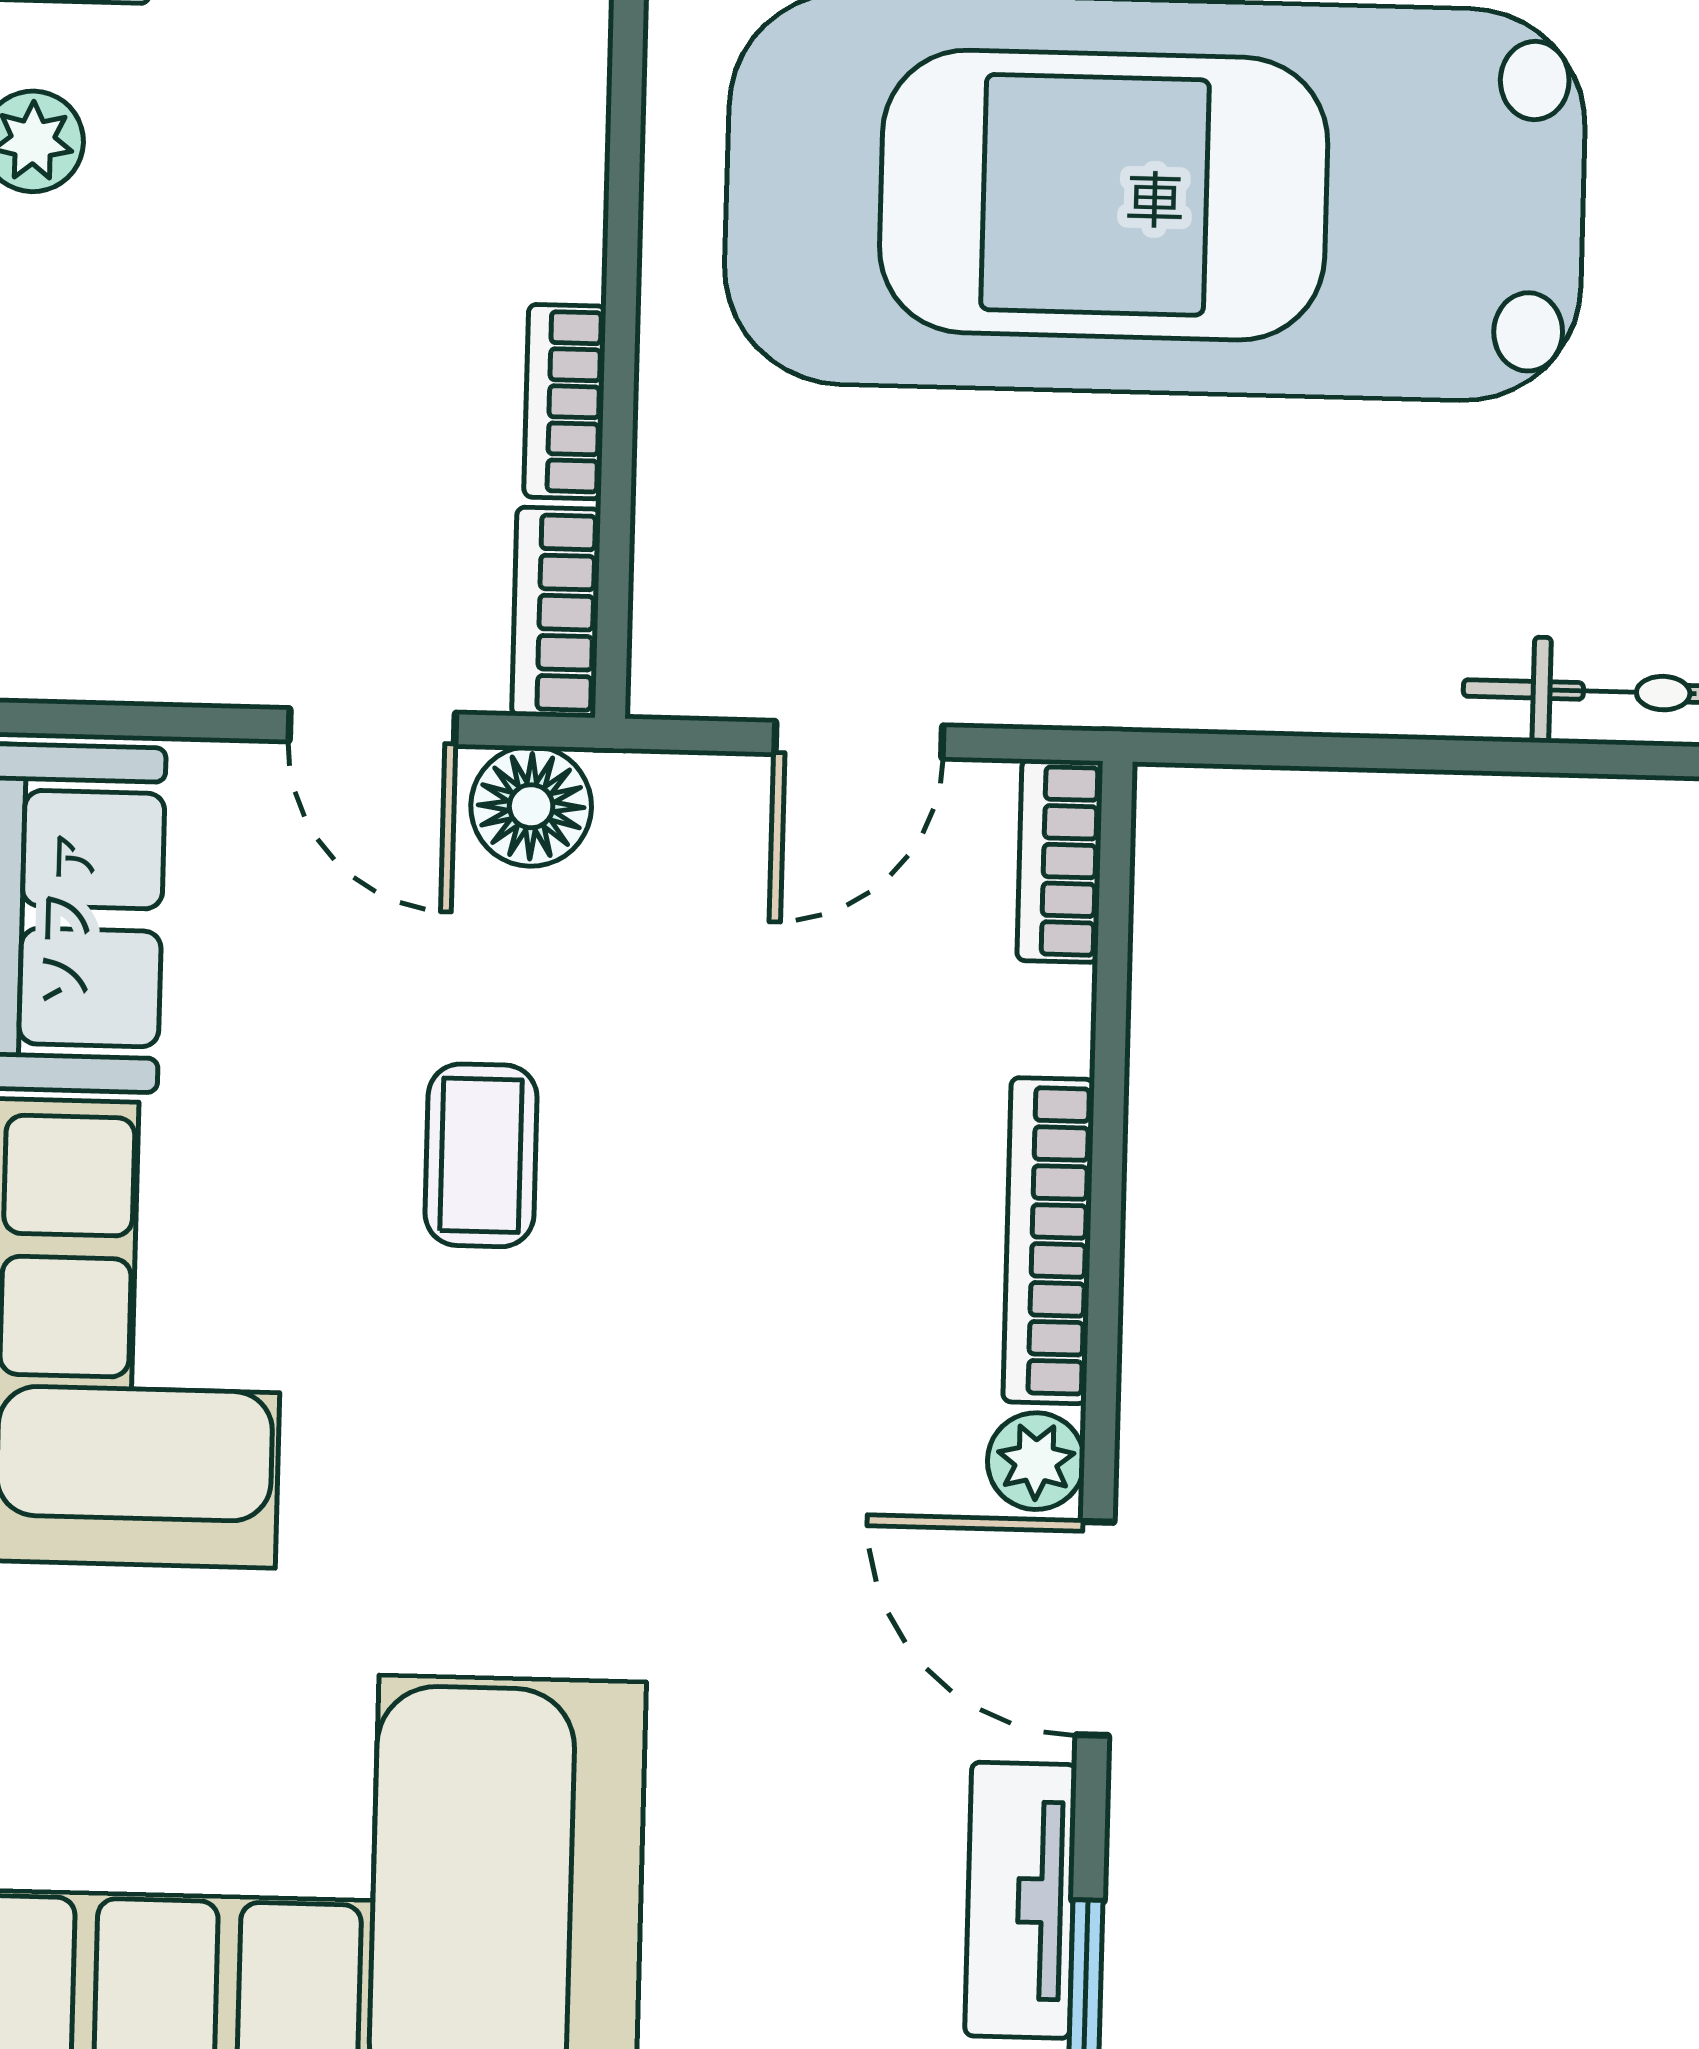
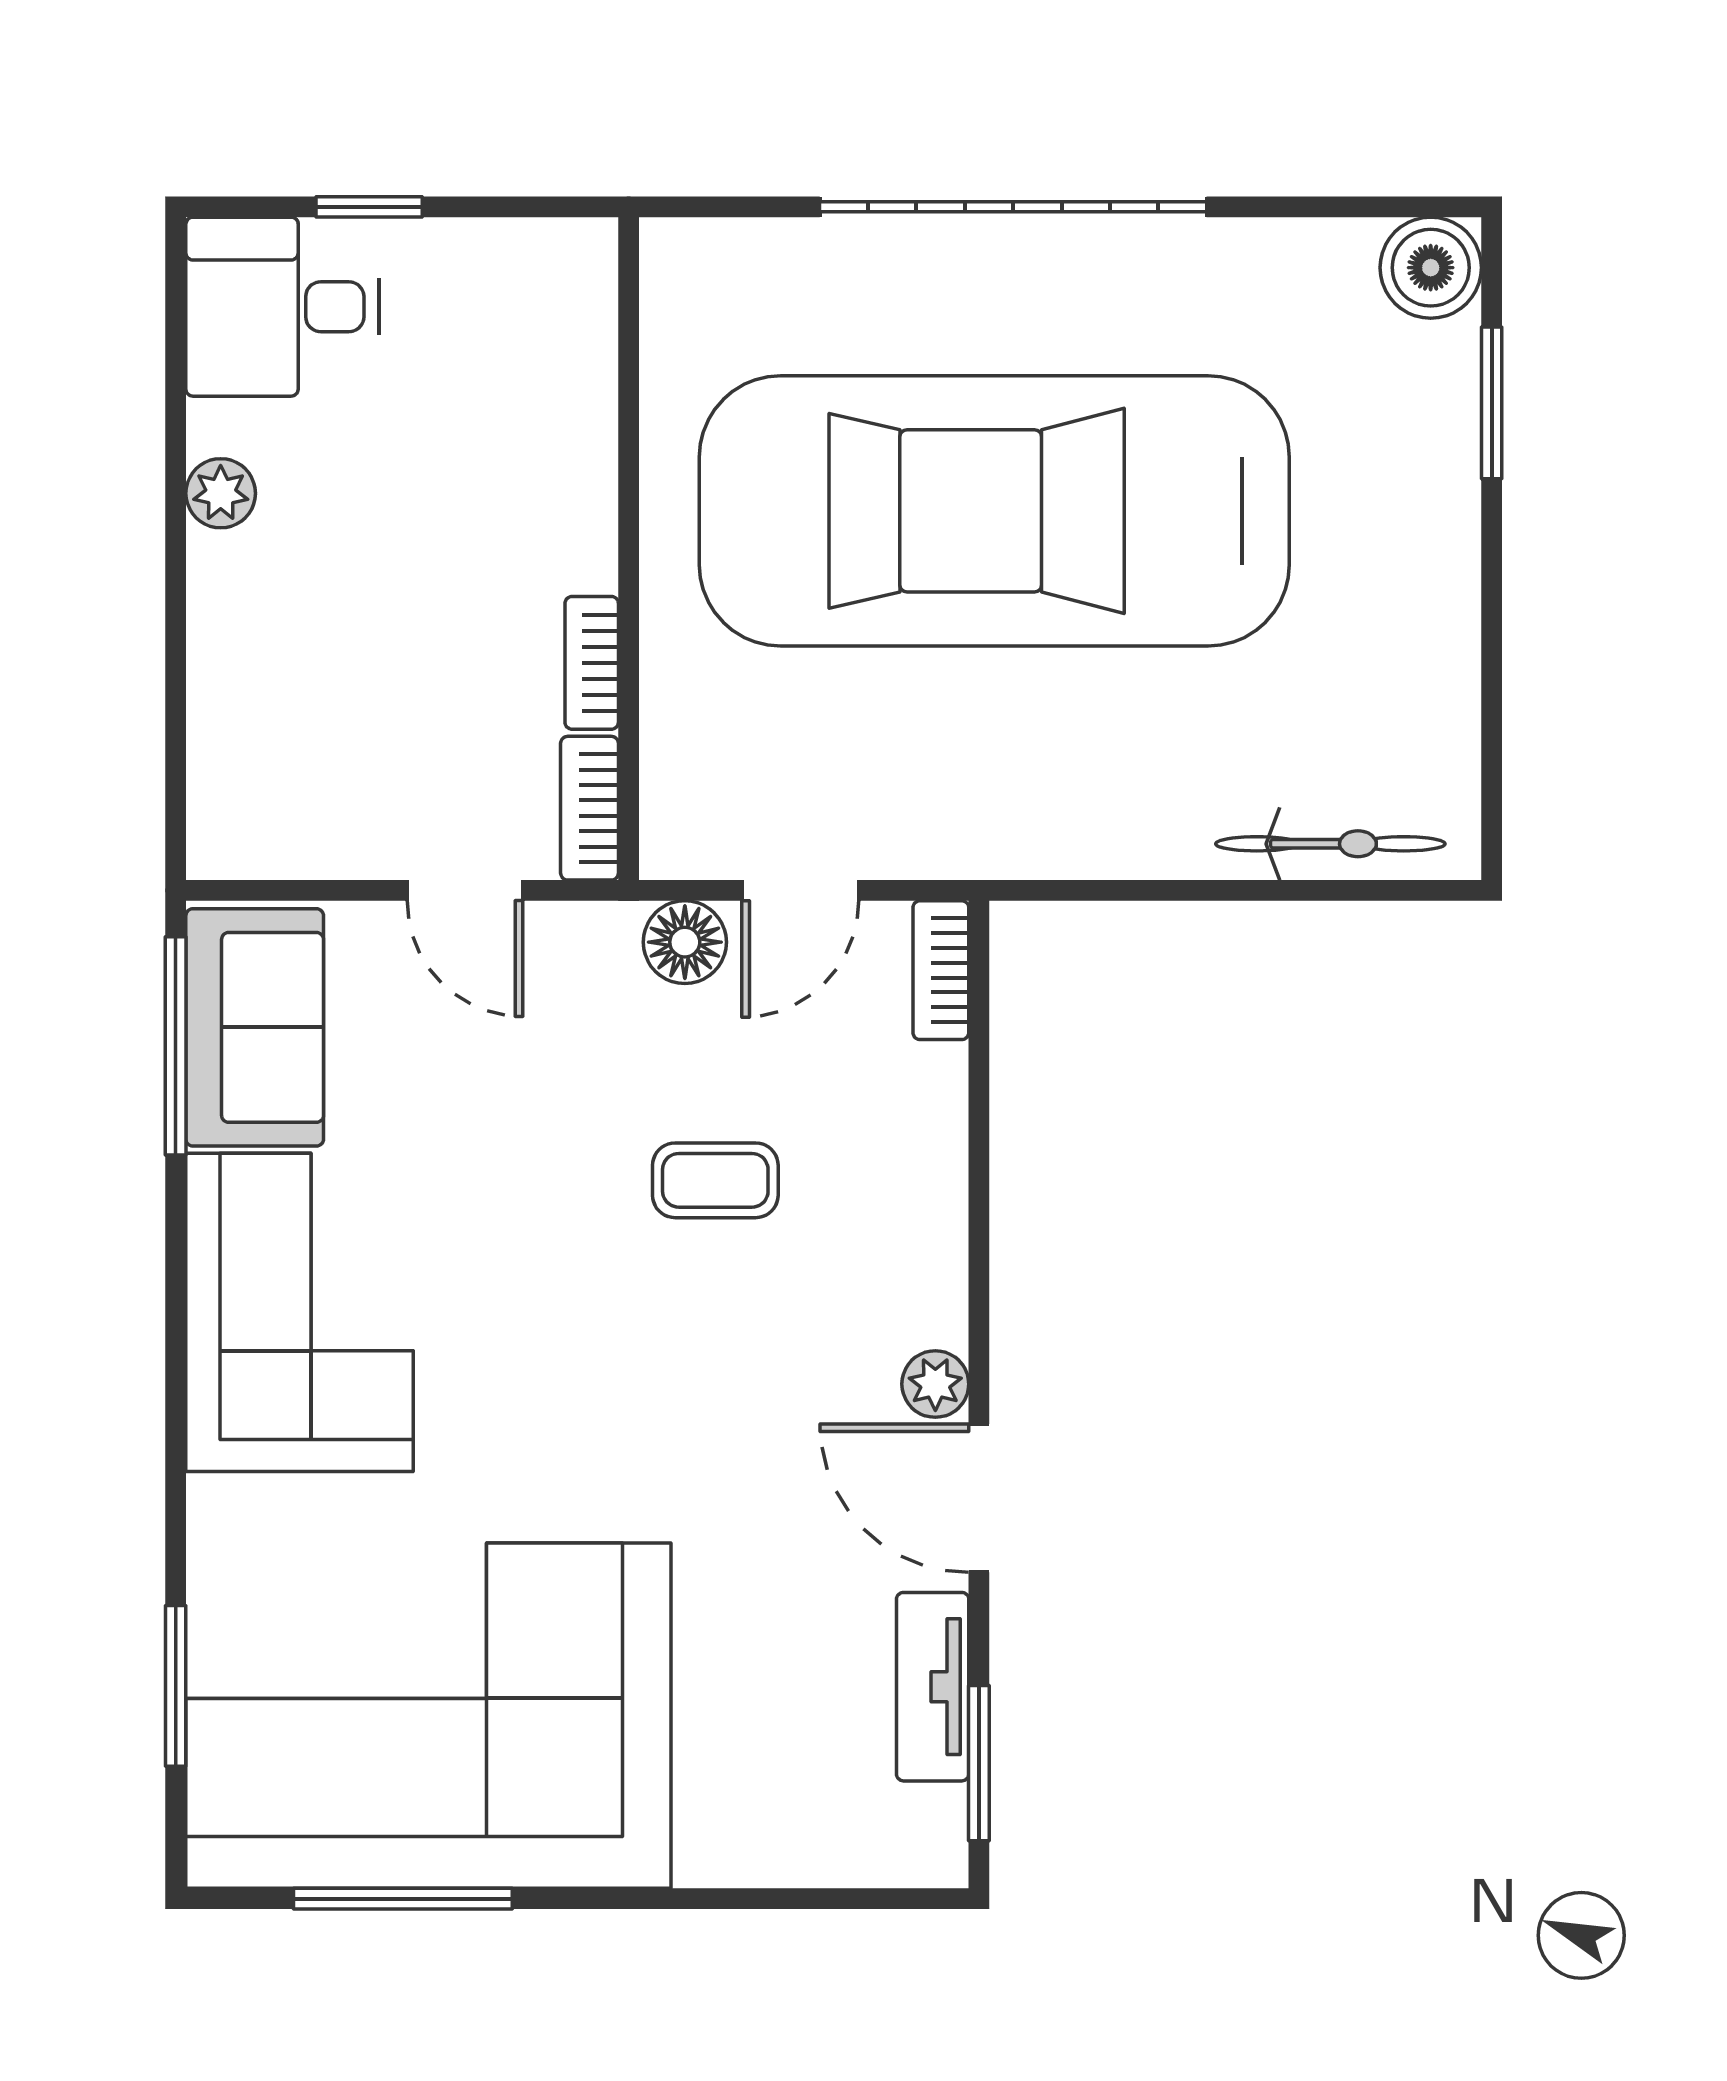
floor lamp: (531, 806) -> (685, 942), moved
coffee table: (481, 1155) -> (715, 1180), moved, turned 90
bookcase: (1049, 1241) -> (940, 1232), removed

